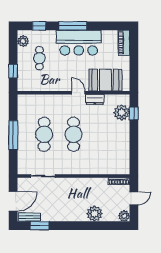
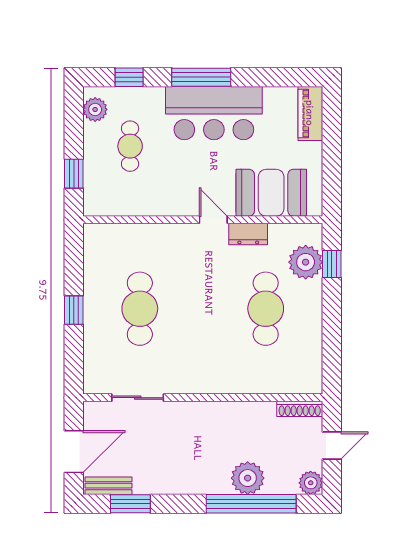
cafe table: (74, 134) -> (266, 309), moved
window: (13, 135) -> (74, 310), width x0.46
window: (96, 226) -> (251, 504), added

